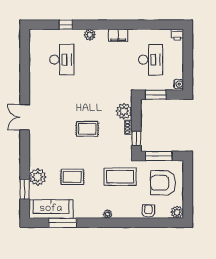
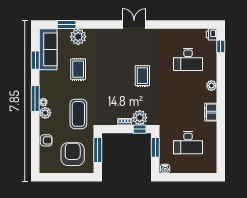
window: (66, 25) -> (221, 46), moved
printer: (177, 35) -> (212, 34), moved
rug: (87, 129) -> (142, 76), moved
window: (136, 138) -> (140, 129), moved
plant: (177, 212) -> (45, 113), moved
window: (63, 223) -> (35, 60), width x0.69
window: (104, 223) -> (35, 98), added

